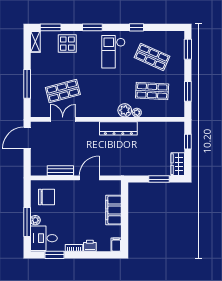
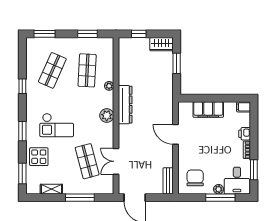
shelving: (35, 42) -> (51, 189), moved
checkout: (113, 52) -> (57, 125), moved
plant: (125, 110) -> (107, 116), moved
bench: (60, 171) -> (168, 181), moved

